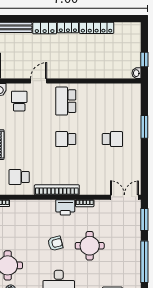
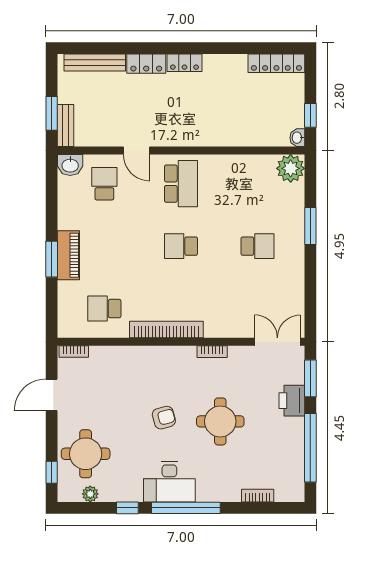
locker: (97, 28) -> (276, 63), moved
door: (39, 81) -> (136, 150), swing flipped
plant: (132, 92) -> (291, 168), added
school desk: (66, 101) -> (181, 184), turned 180
printer: (65, 207) -> (292, 401), moved, turned 90

